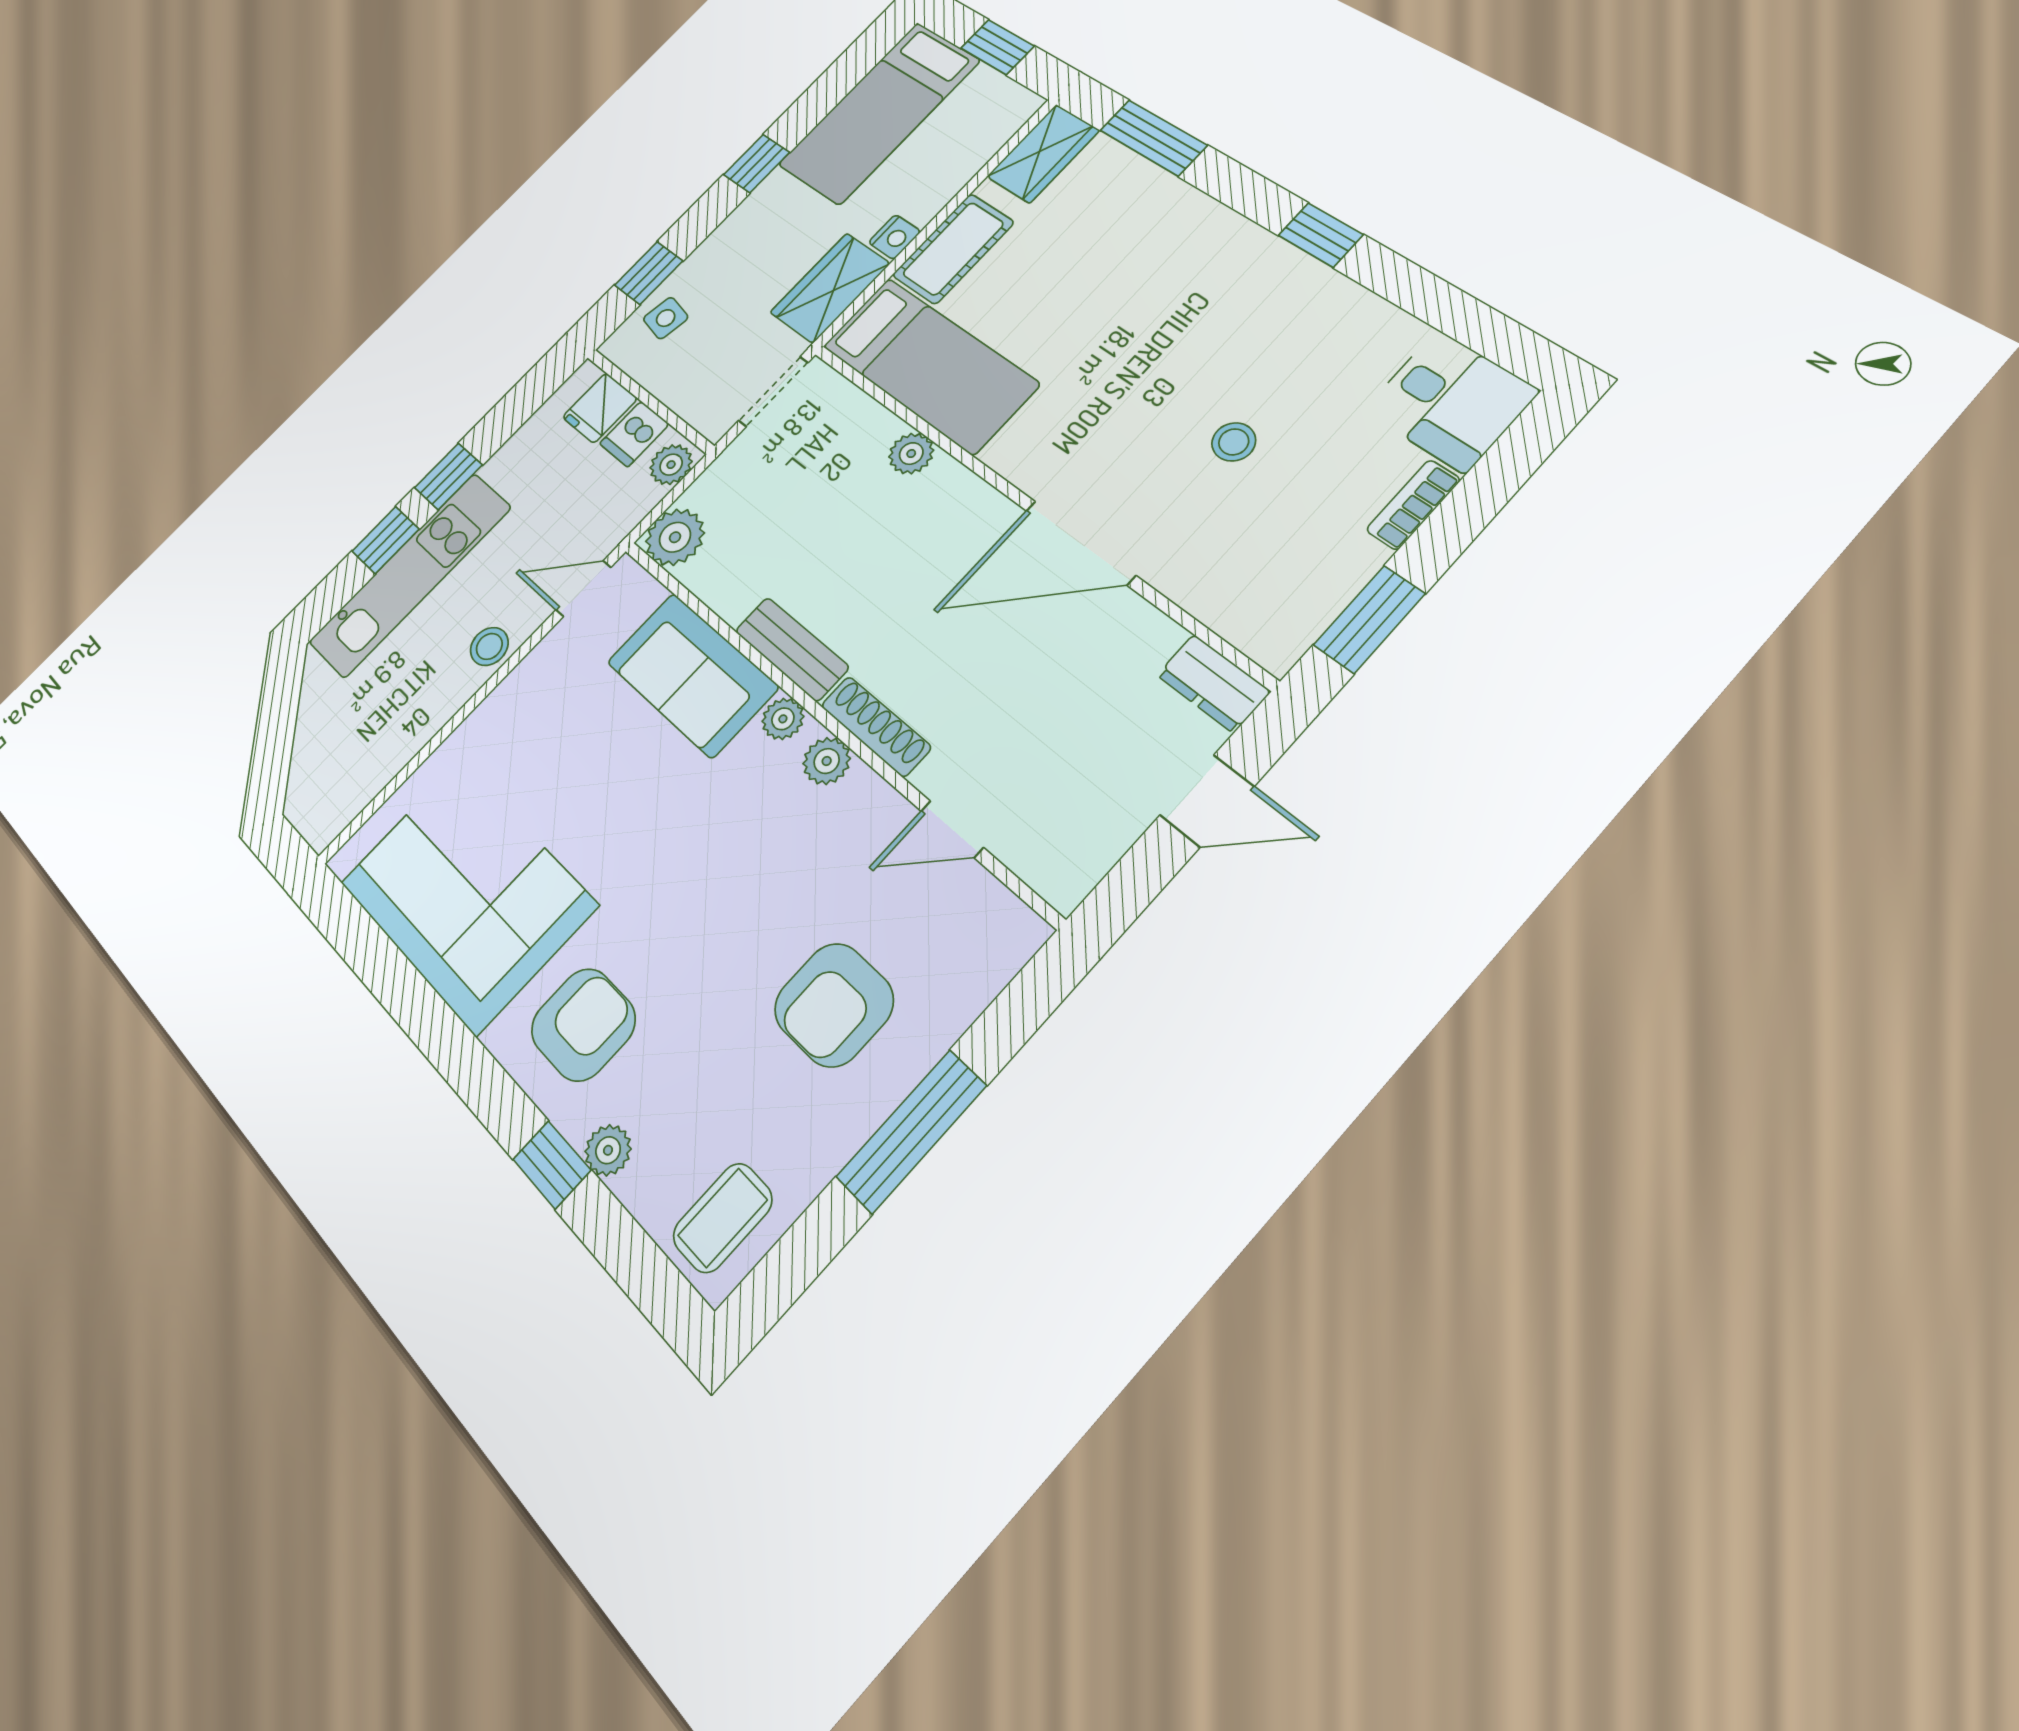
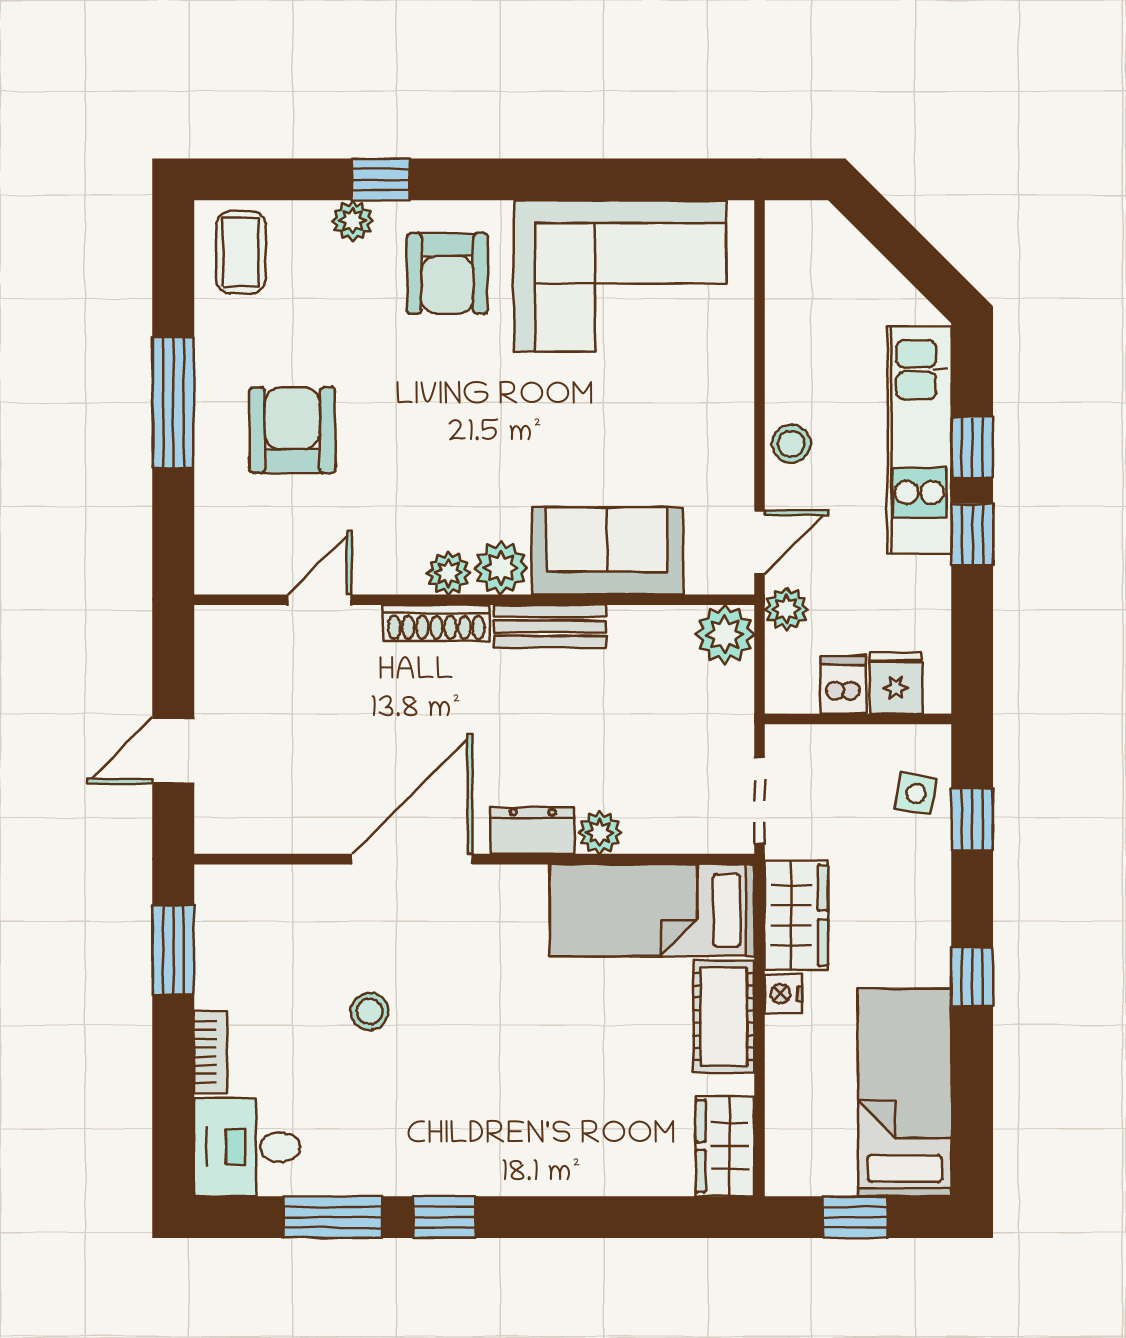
window: (1153, 138) -> (333, 1217), moved
plant: (671, 465) -> (786, 609), moved
dresser: (1213, 683) -> (533, 830), moved
plant: (783, 719) -> (501, 568), width x1.38, depth x1.38

